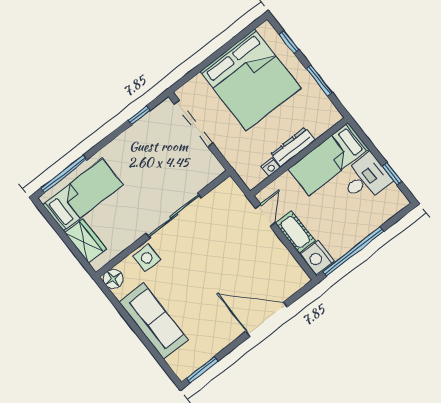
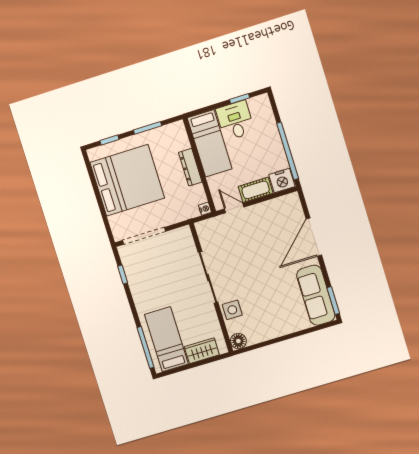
nightstand: (270, 167) -> (205, 209), moved
sofa: (153, 321) -> (316, 295), moved, turned -90

